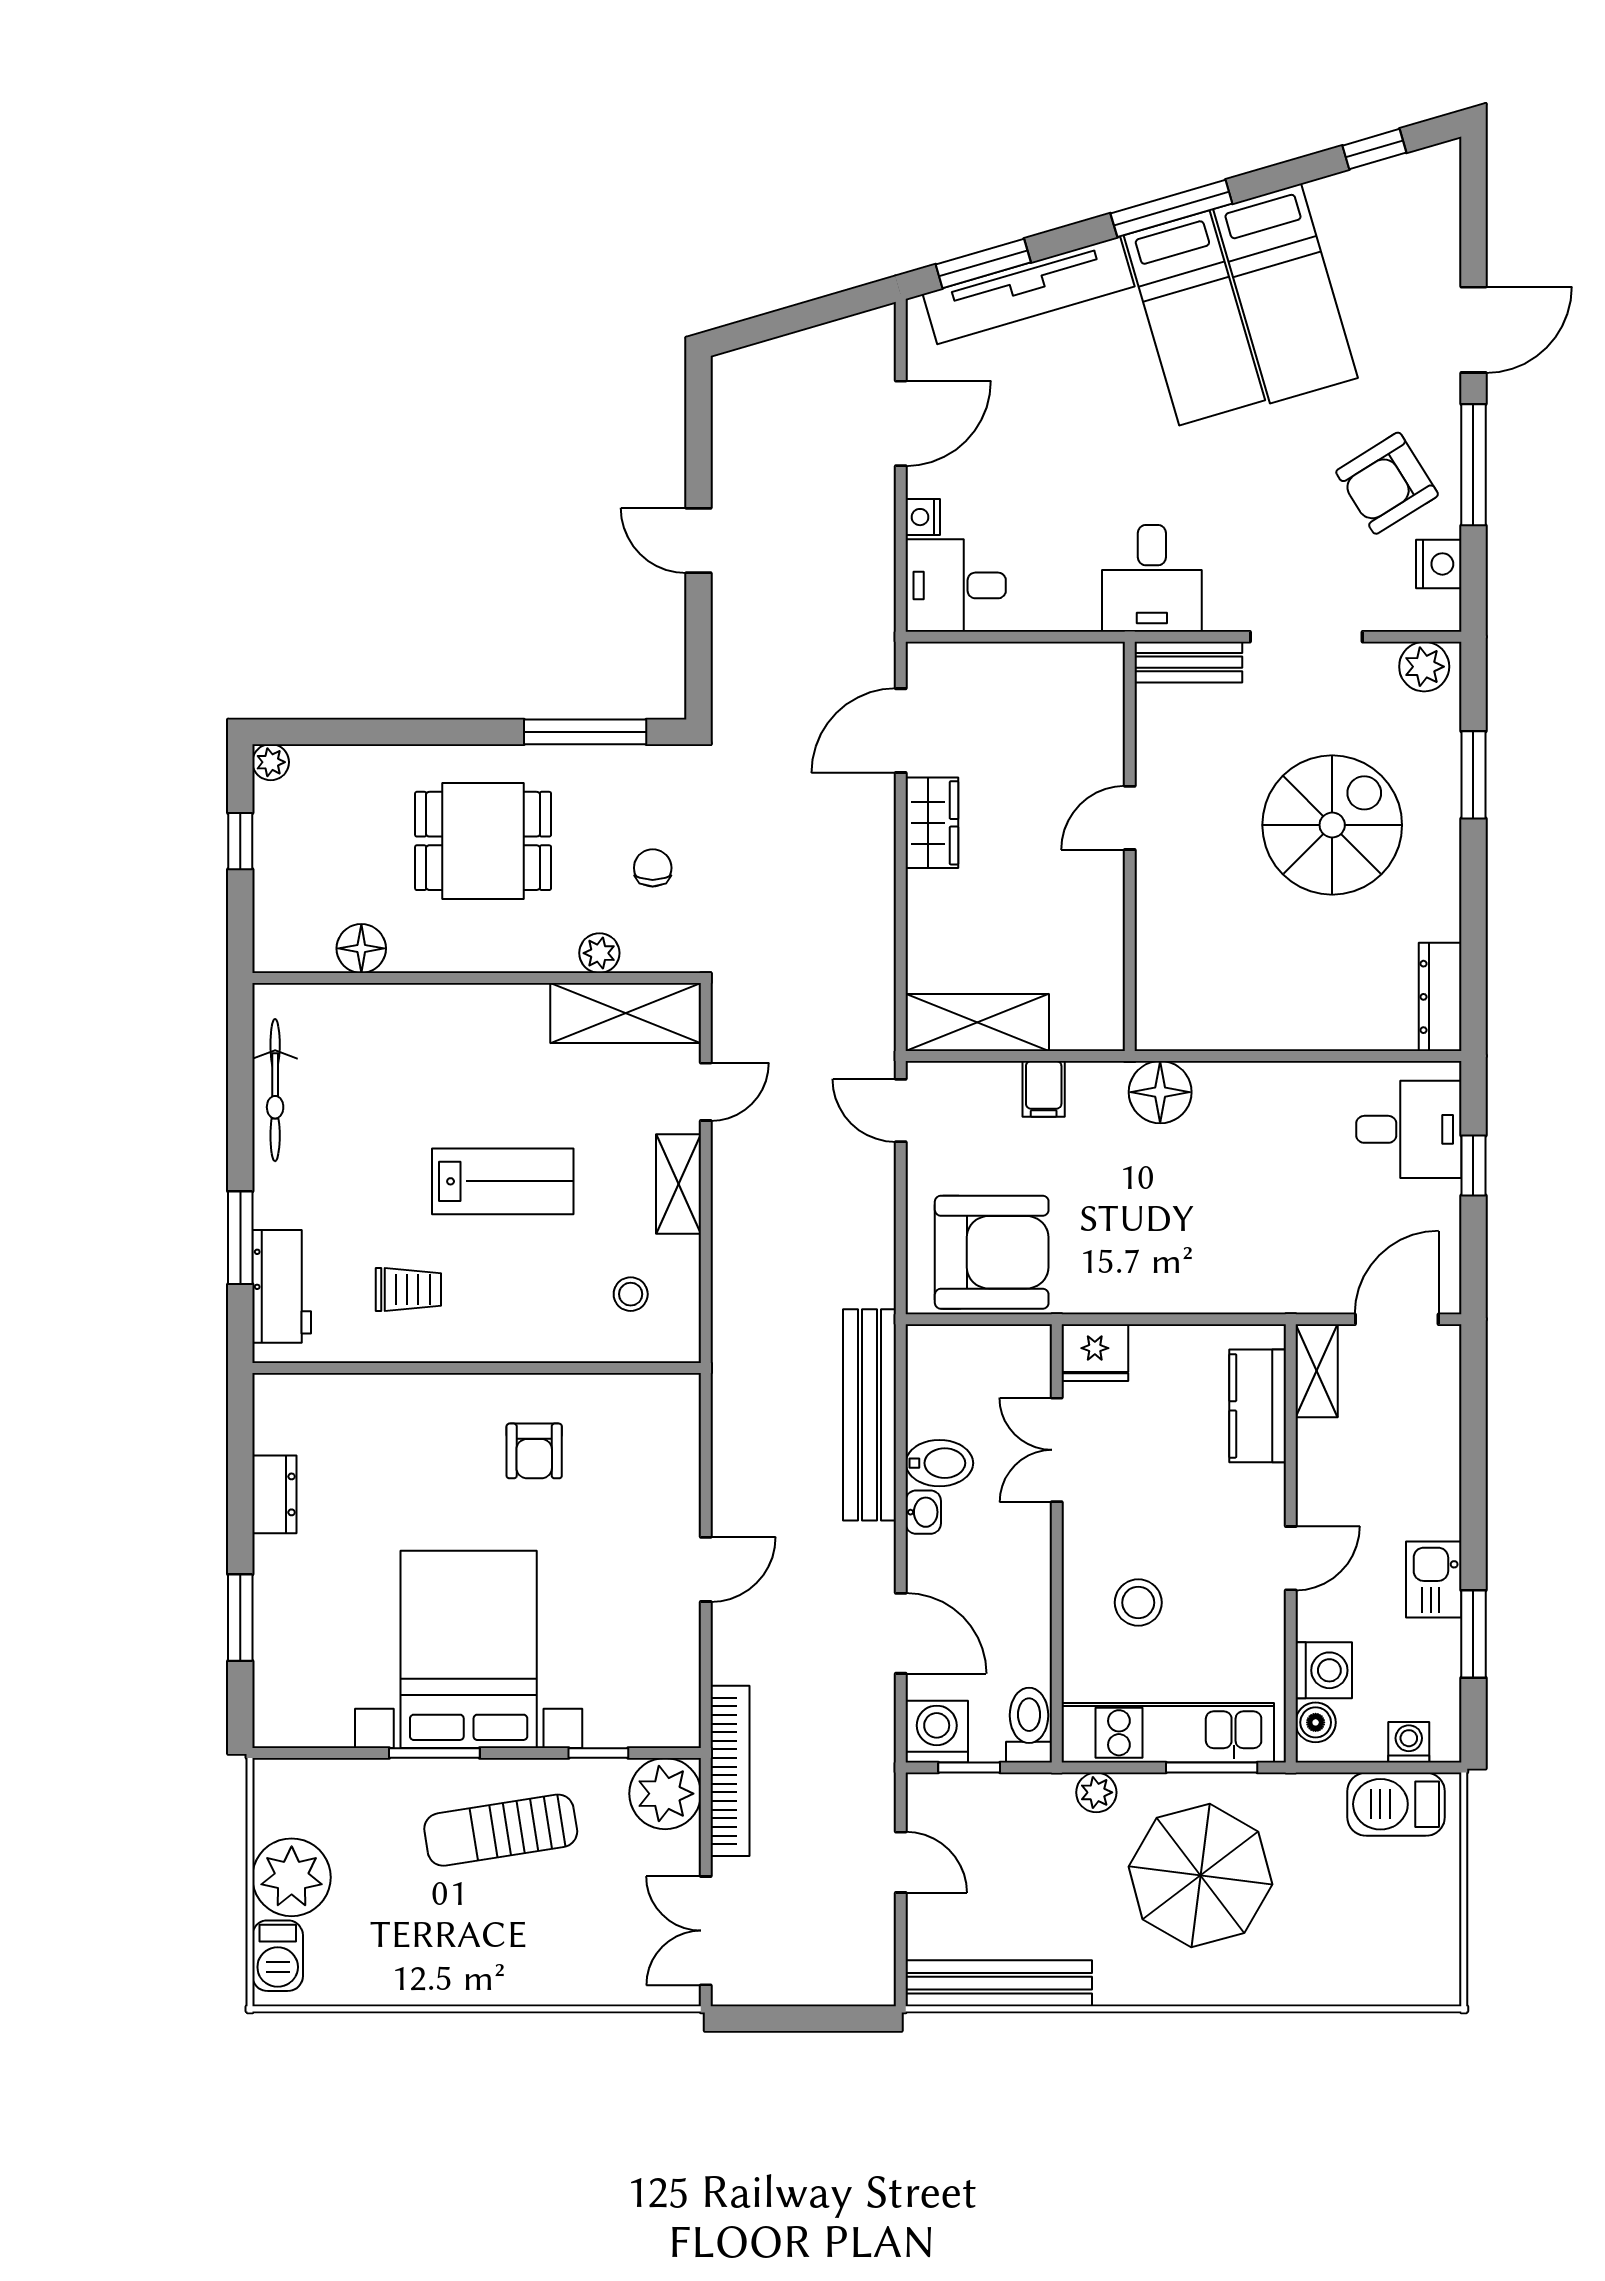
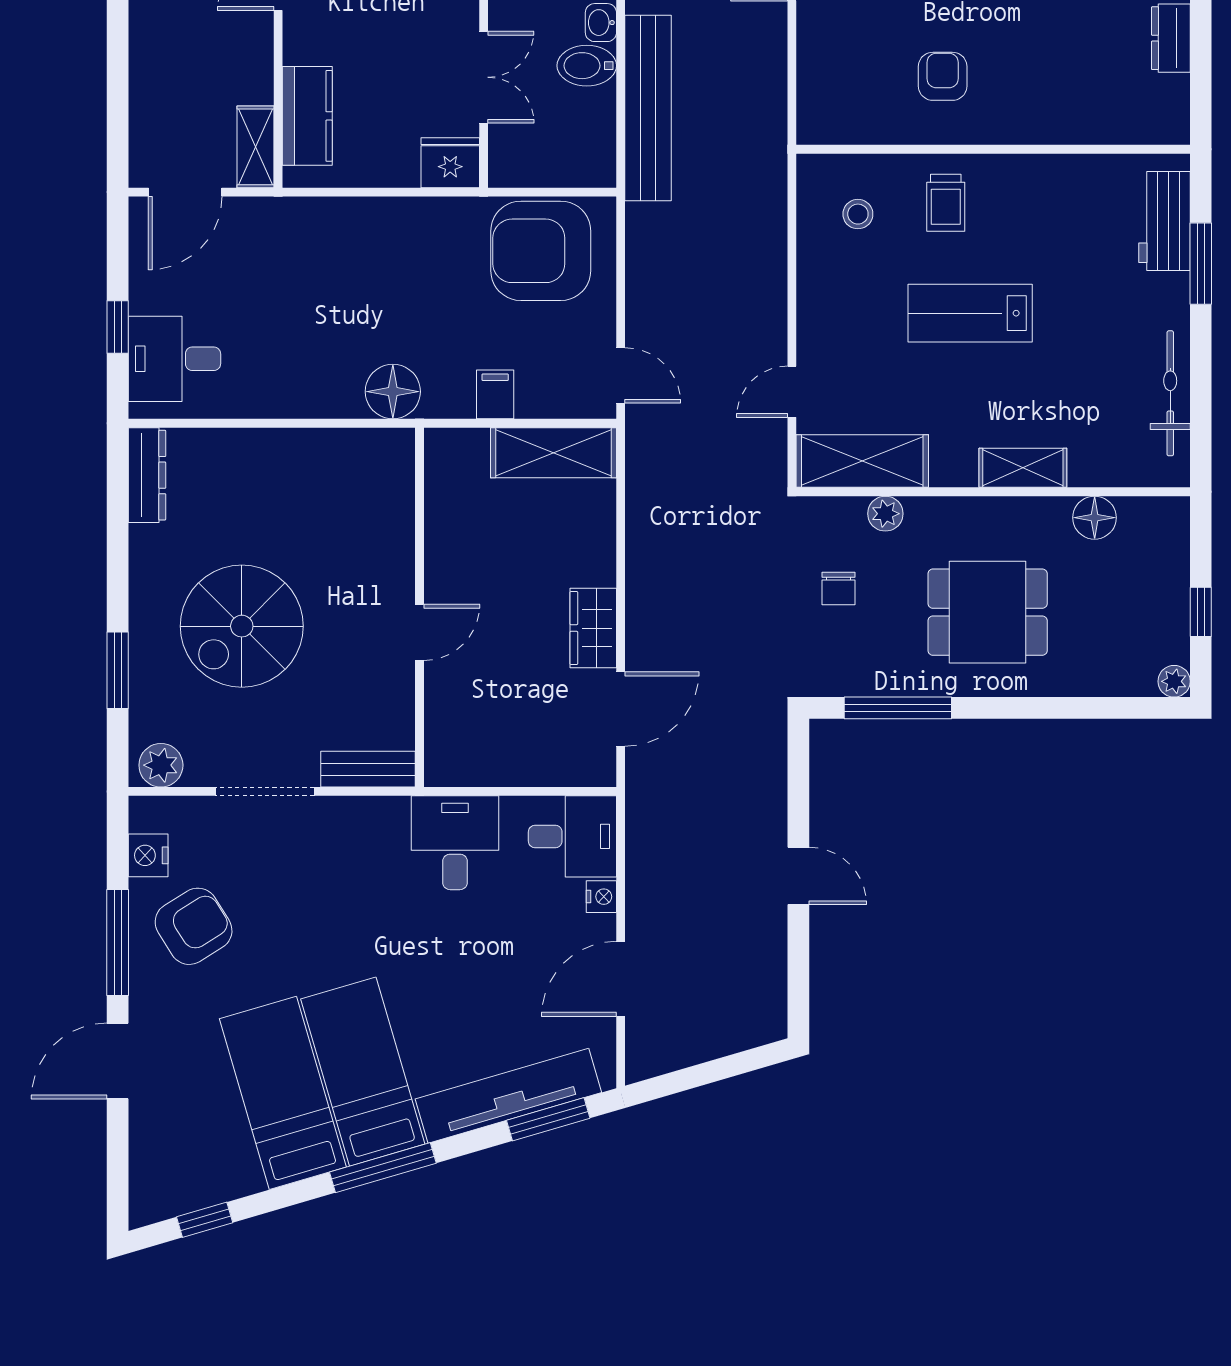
desk: (1152, 578) -> (455, 843), moved
shelving: (678, 1184) -> (1023, 468), moved, turned 90
trolley: (408, 1289) -> (946, 203), moved, turned -90

